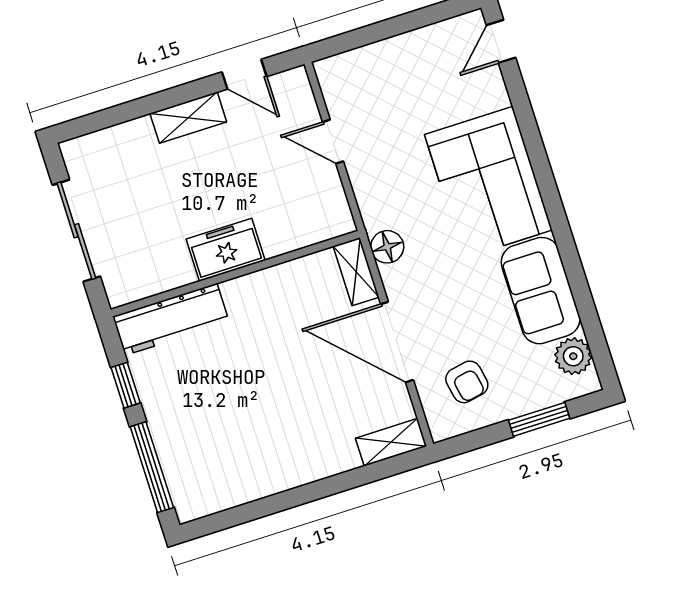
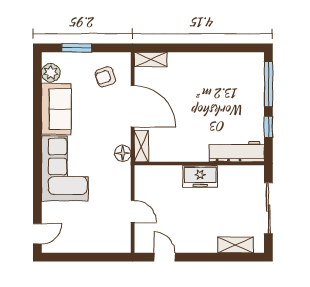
shelving: (188, 118) -> (235, 245), moved
armchair: (467, 382) -> (105, 77), turned -96

